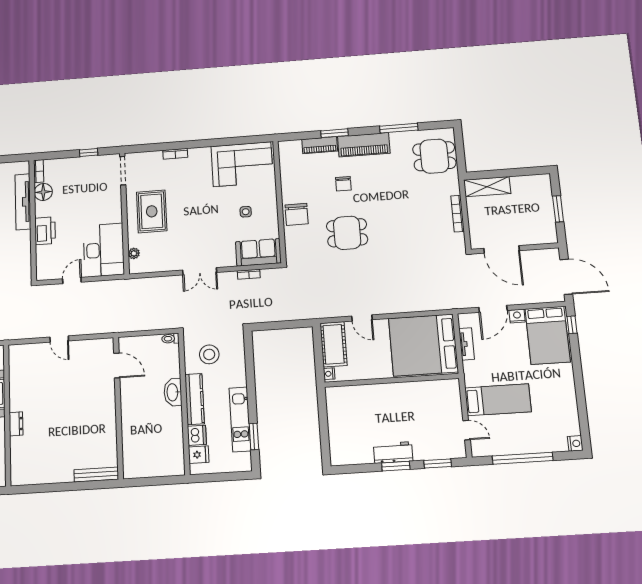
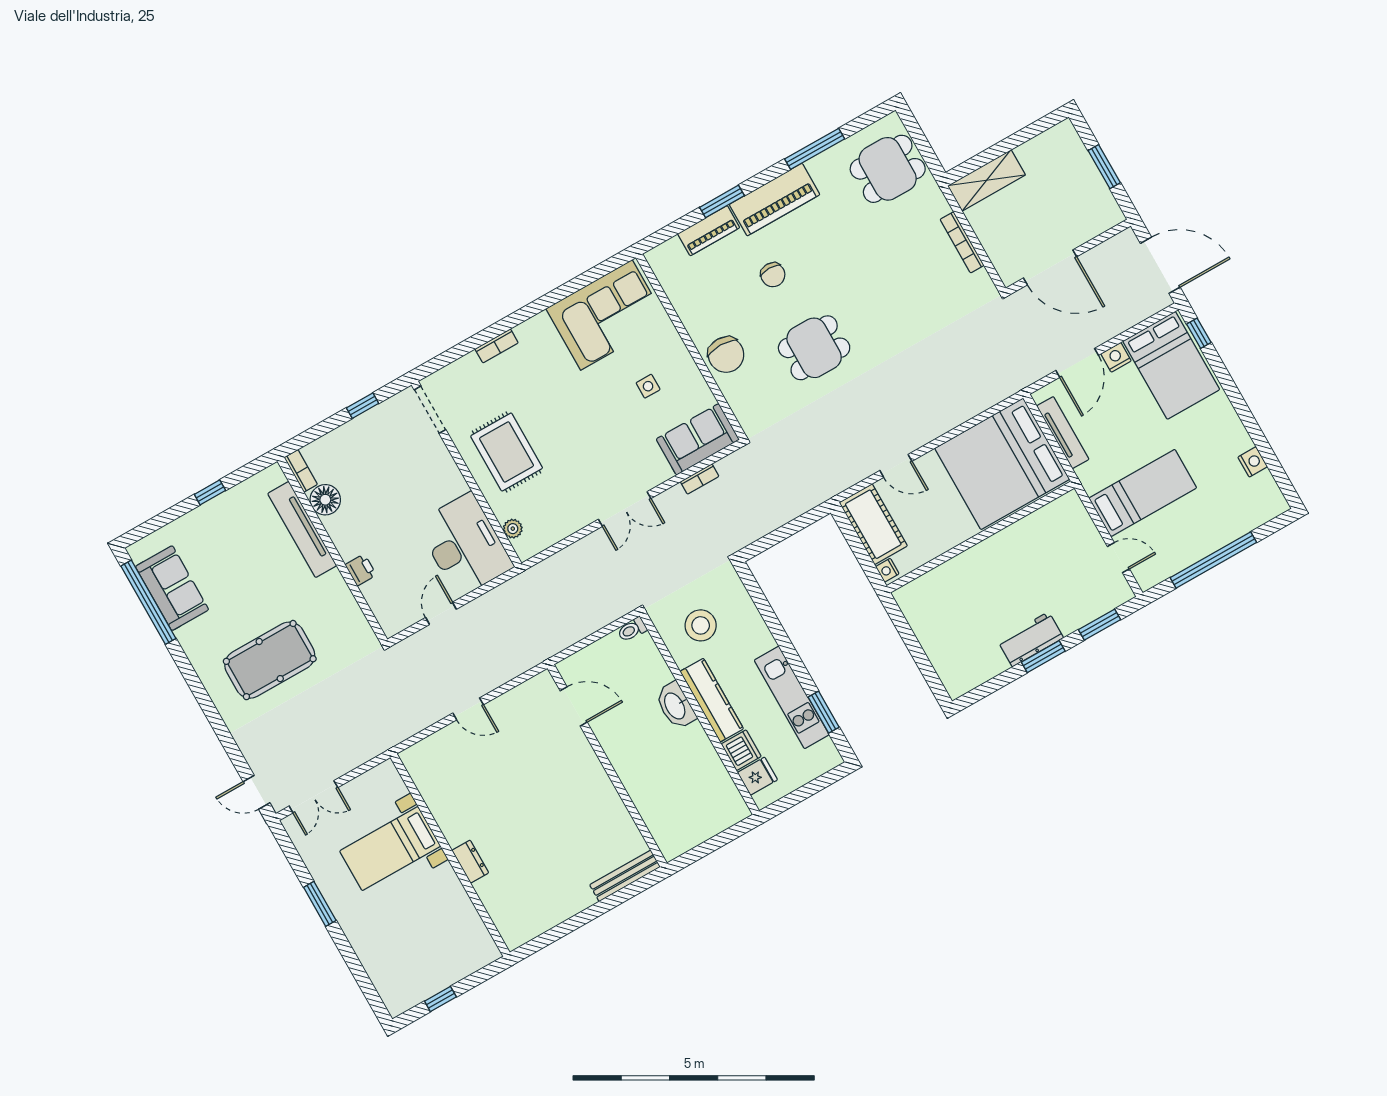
printer: (45, 231) -> (361, 570), width x0.53, depth x0.68
tv unit: (467, 344) -> (1063, 433), width x1.41
nightstand: (575, 443) -> (1253, 462), moved

